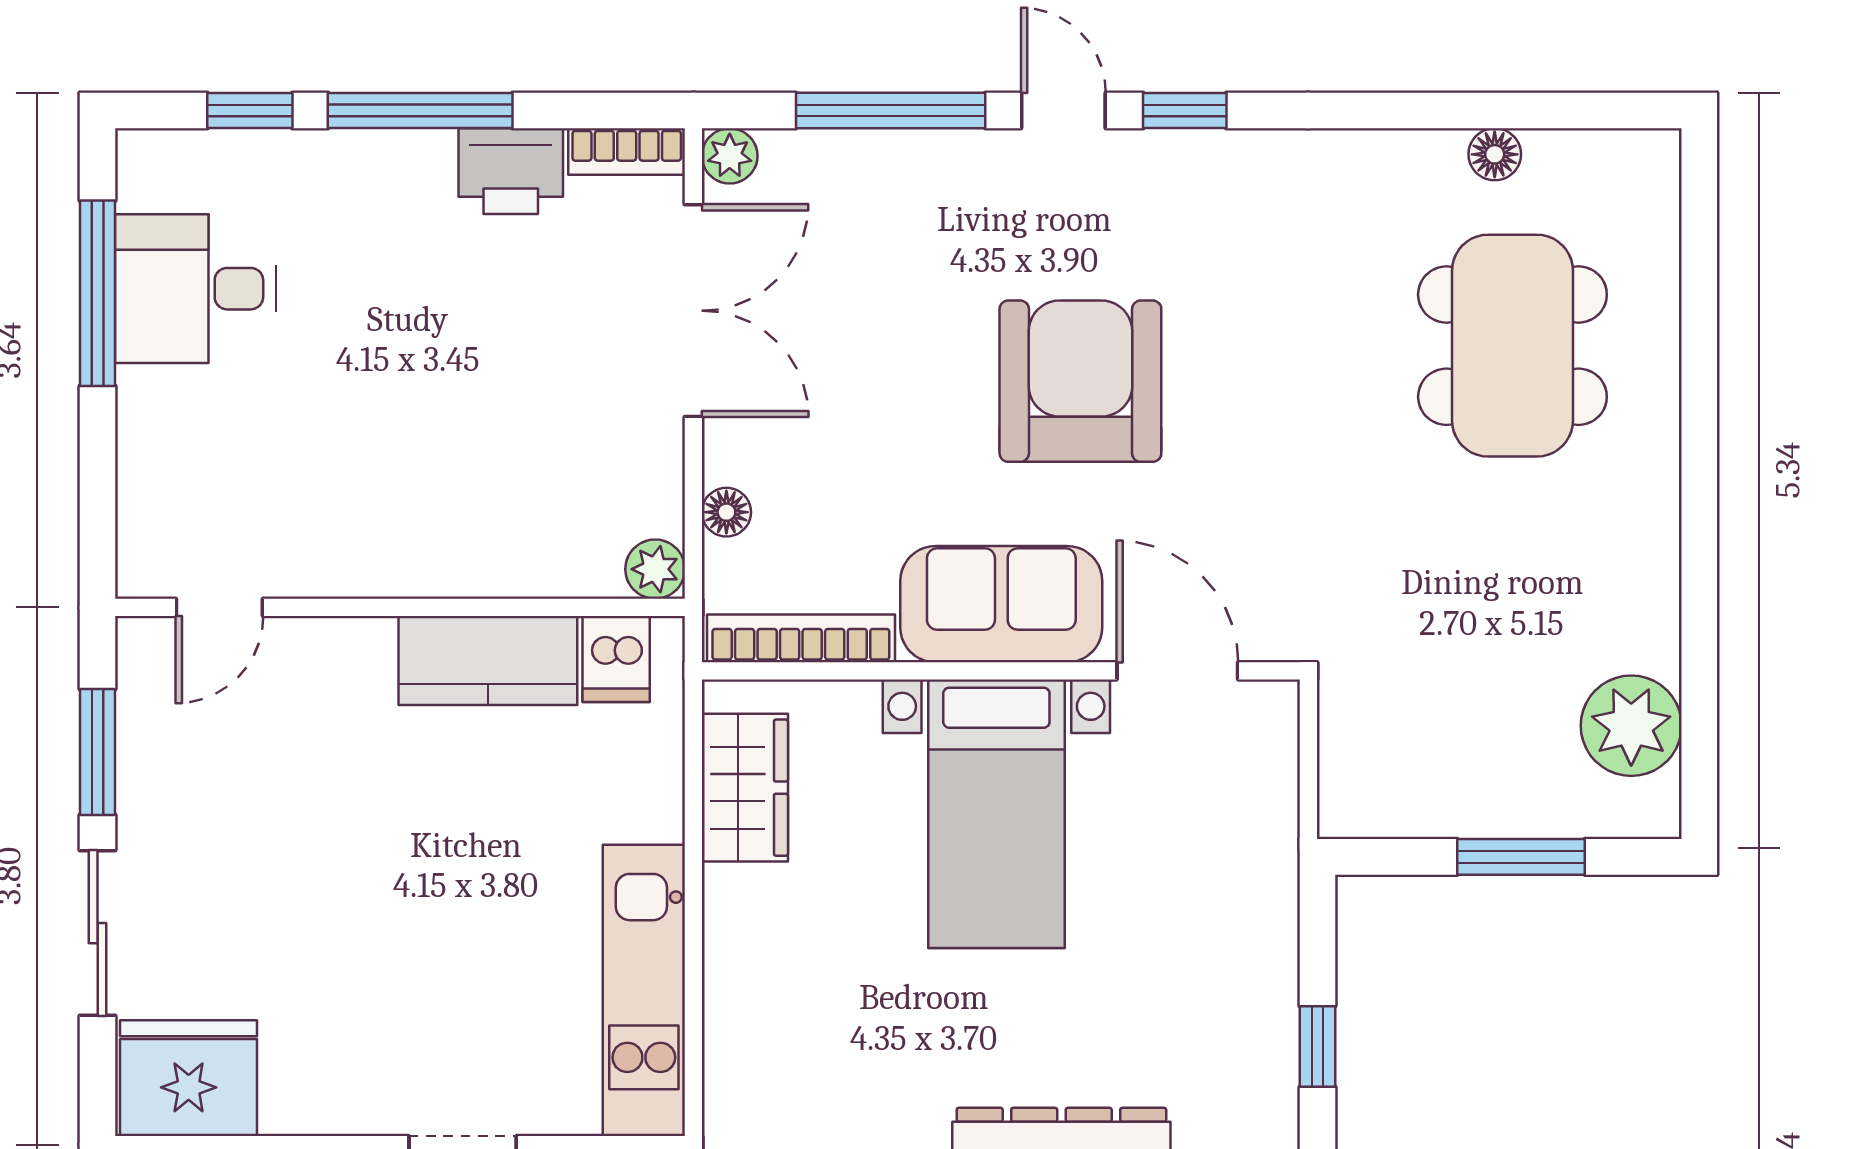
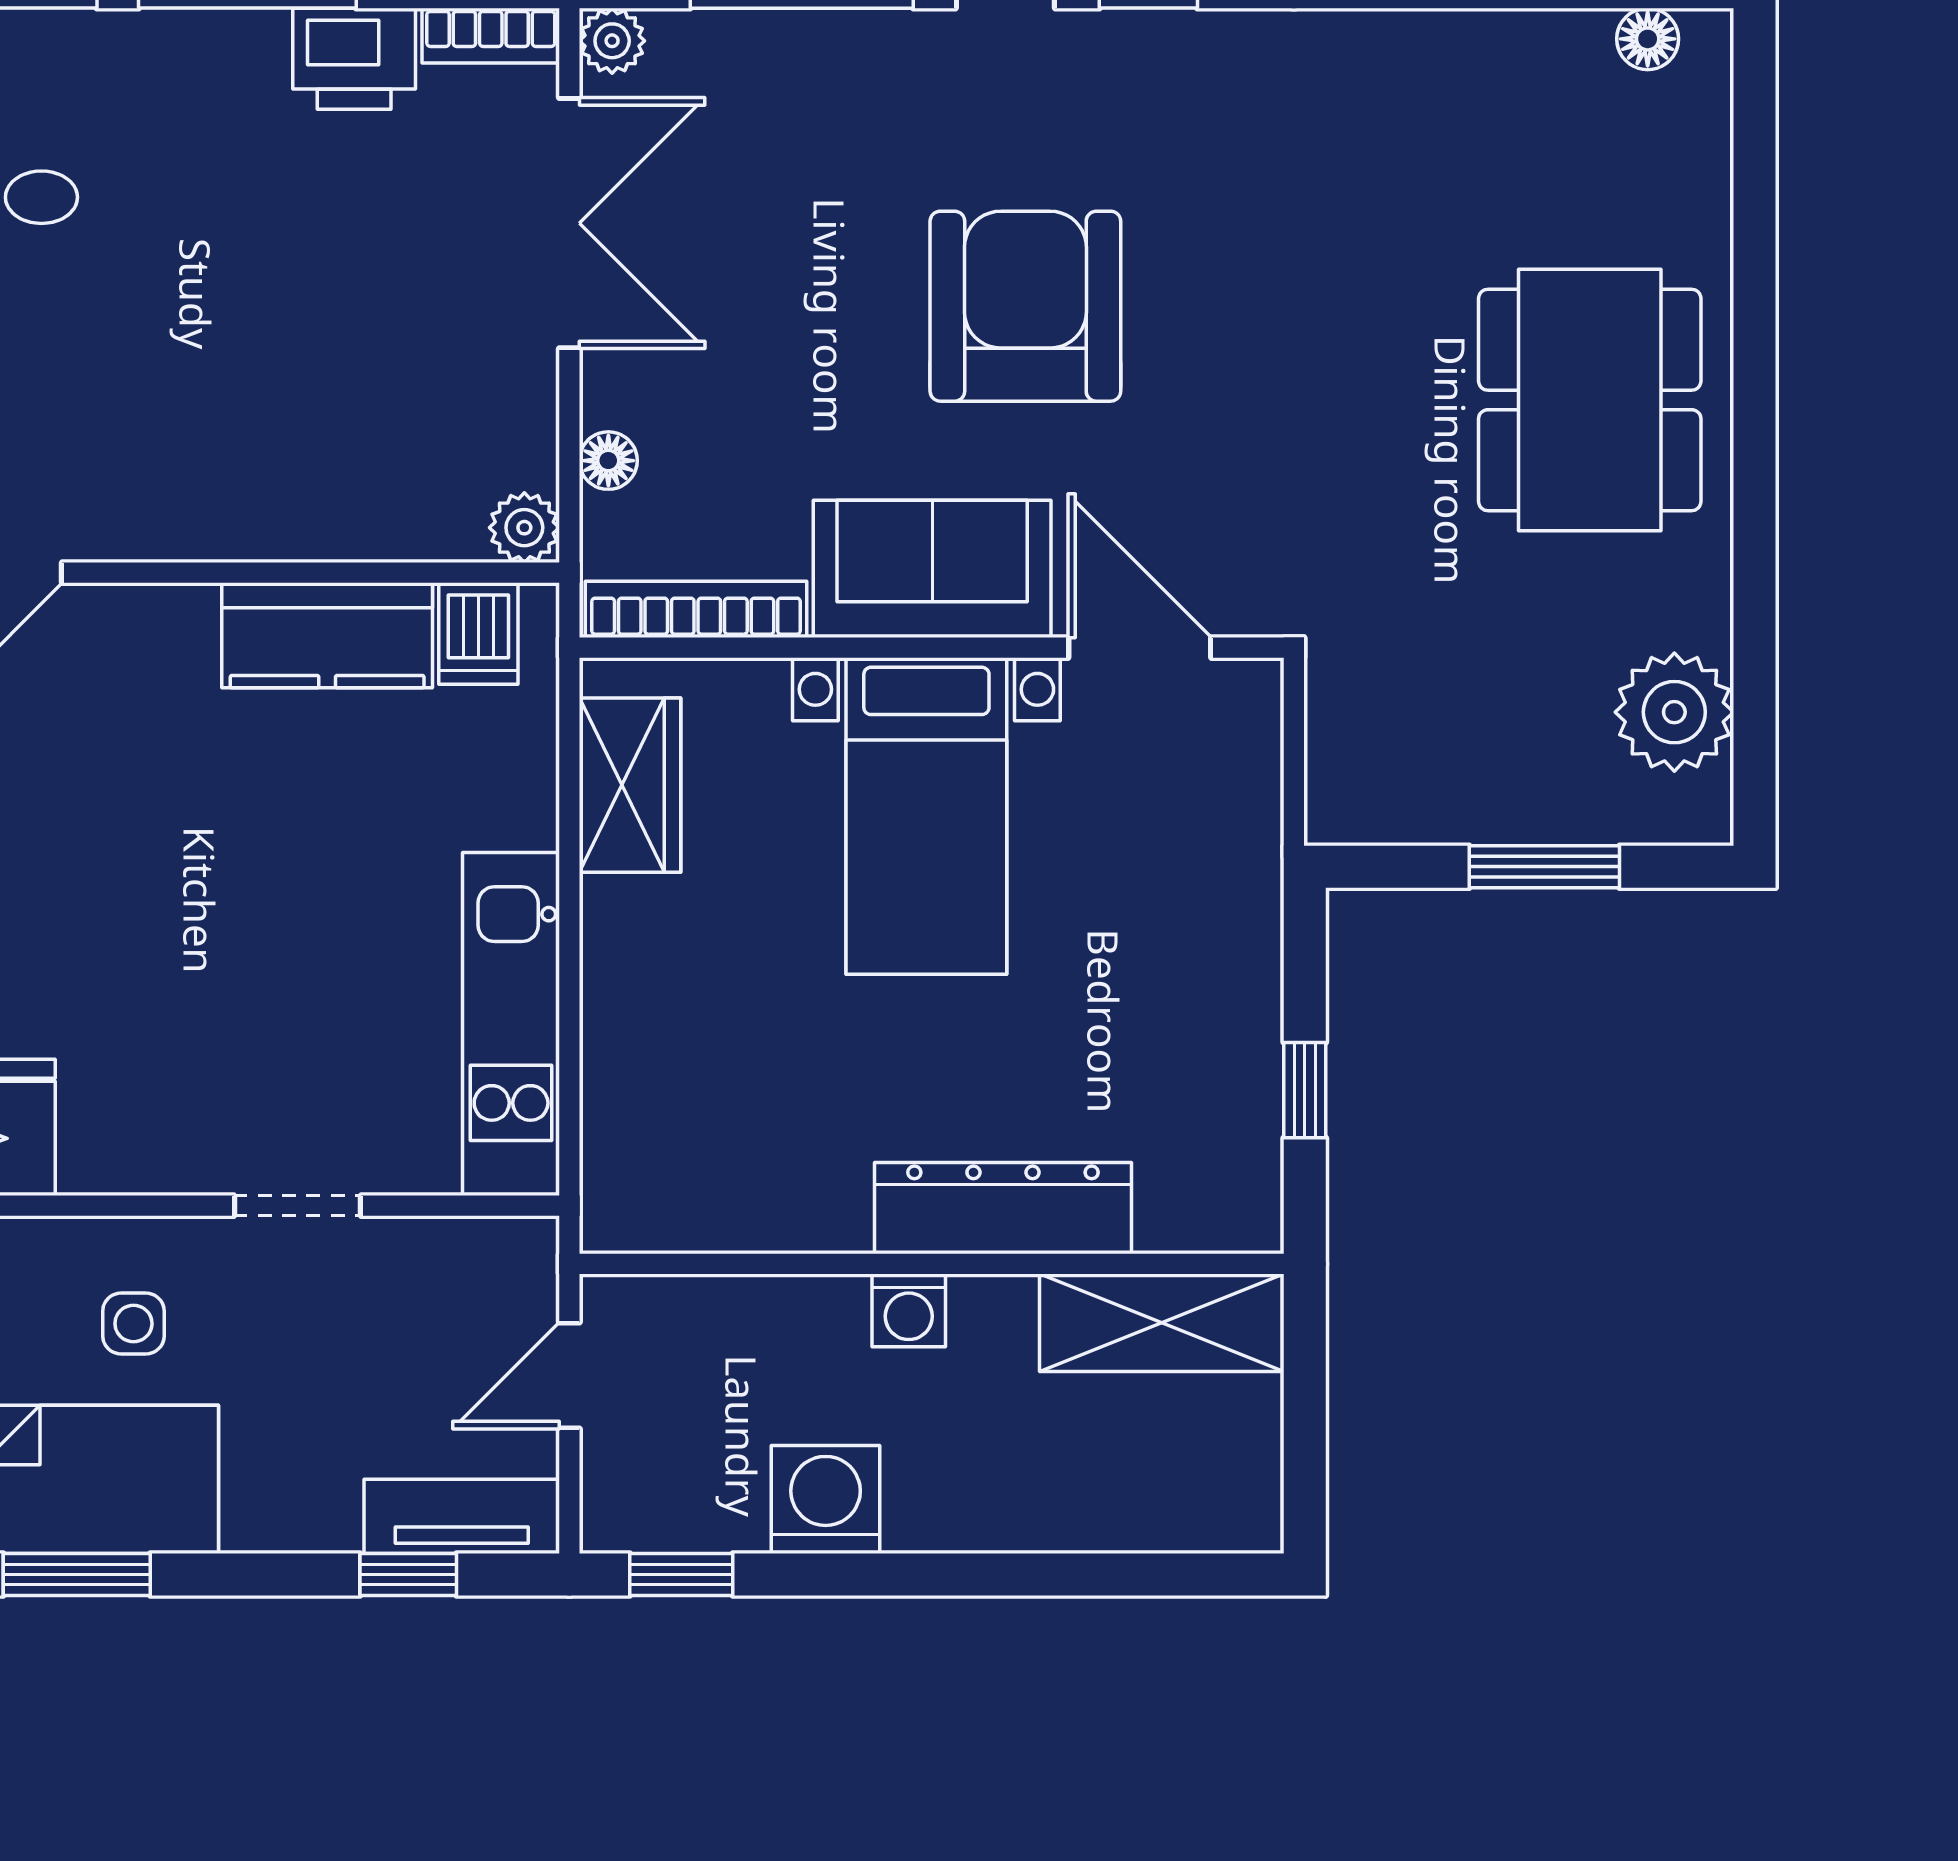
floor lamp: (1495, 154) -> (1648, 39), moved
dining table: (1512, 346) -> (1590, 400), moved

